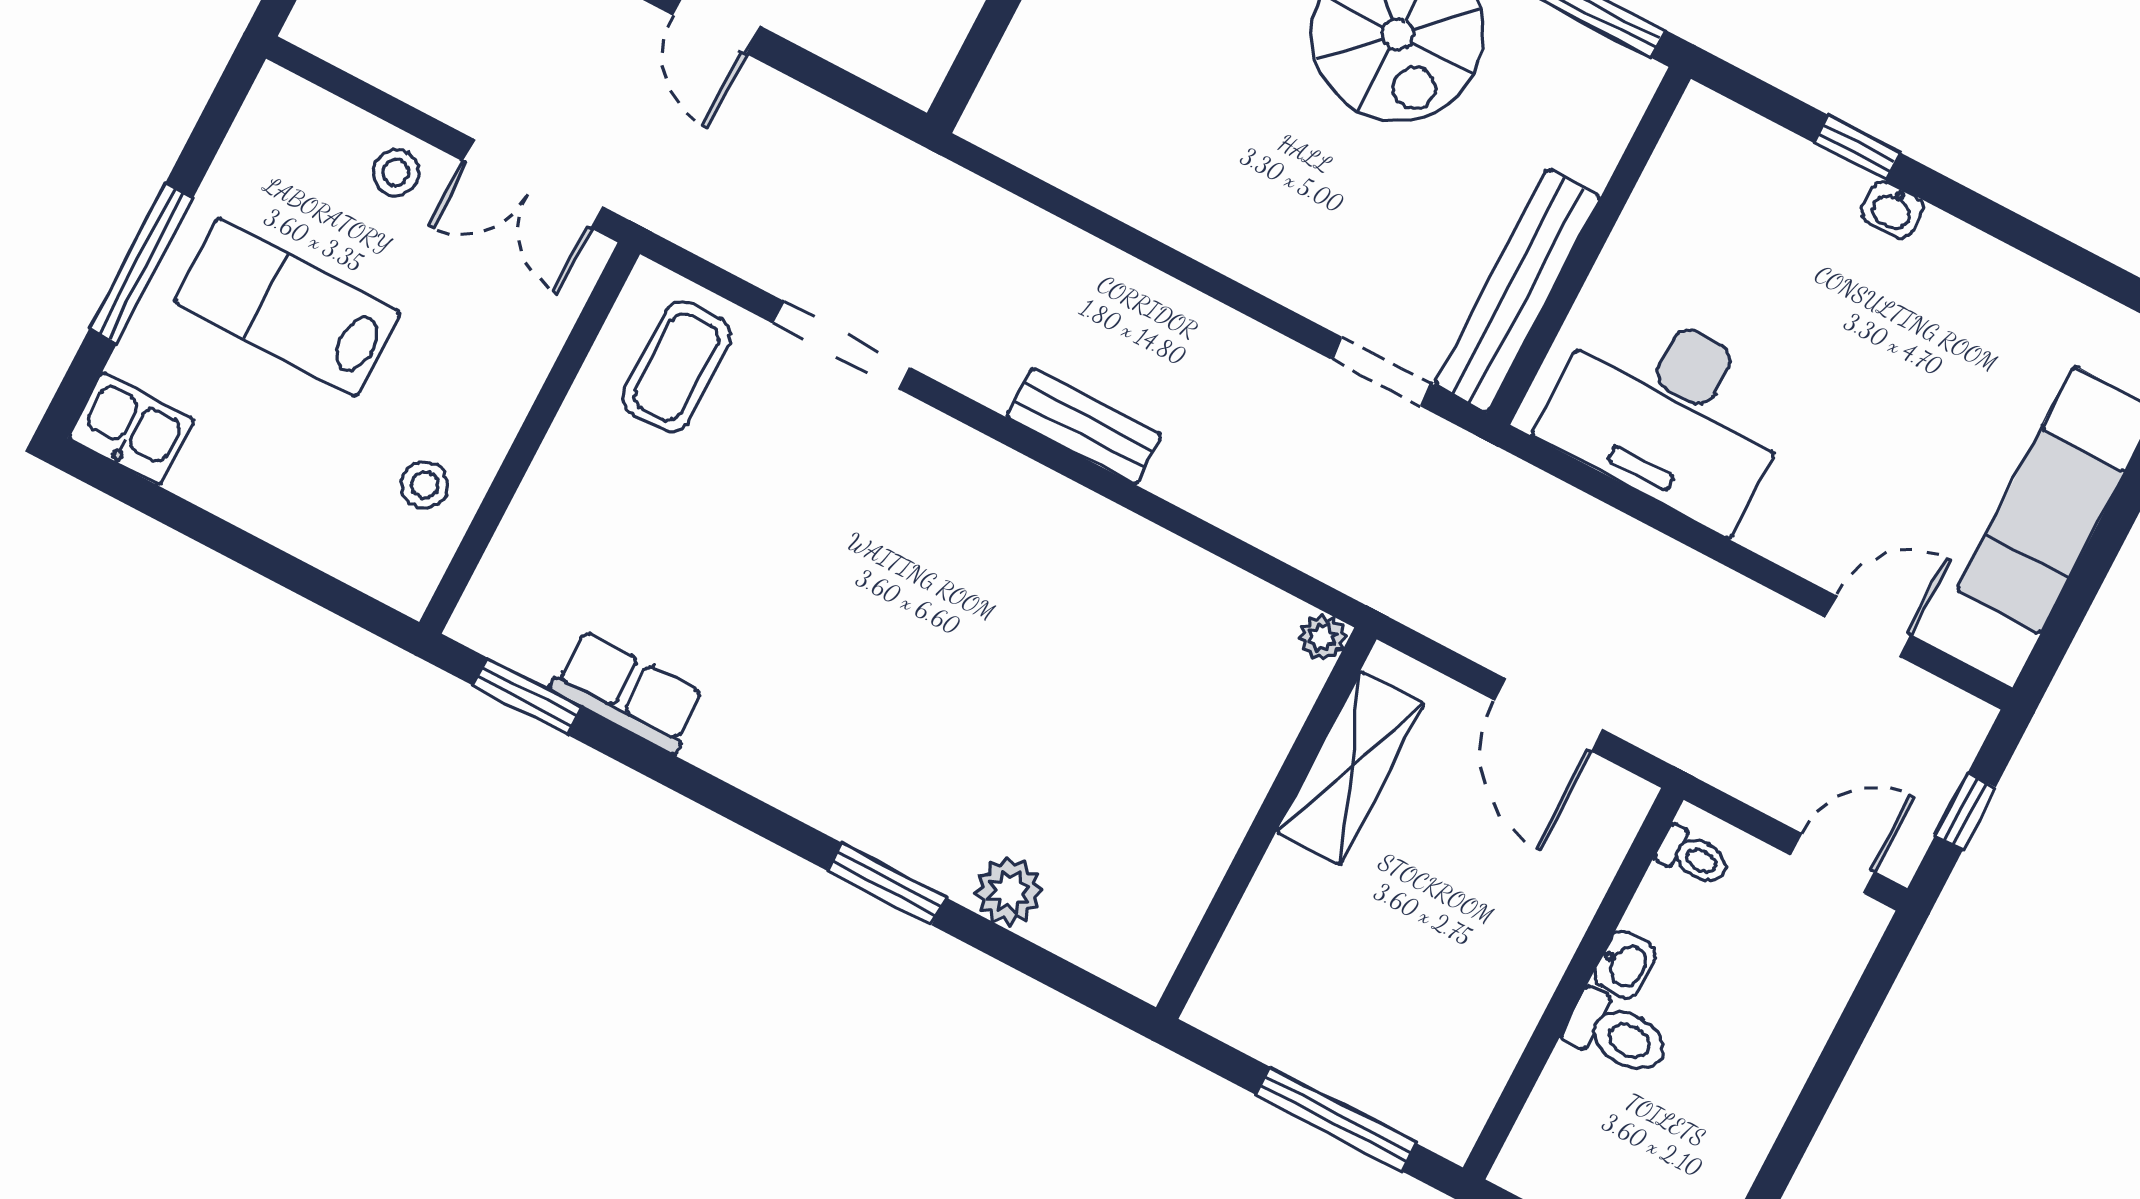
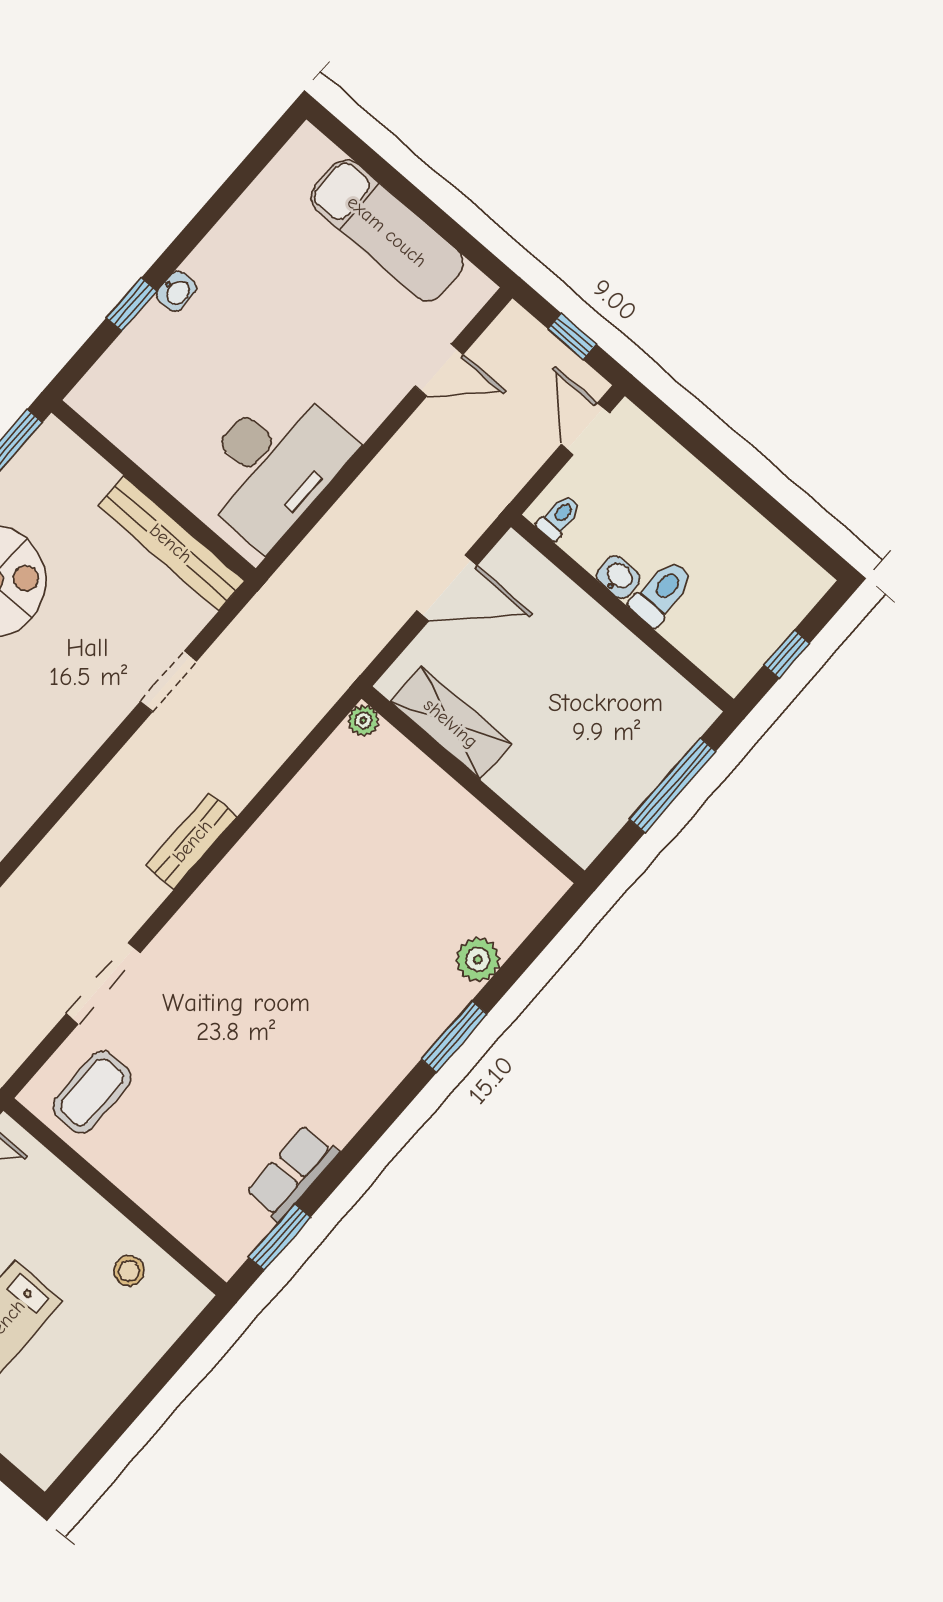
coffee table: (677, 367) -> (92, 1092), turned 90
doorway: (1381, 372) -> (168, 681), moved
kitchen sink: (131, 429) -> (48, 1450), removed
door: (1868, 626) -> (439, 370), swing flipped

